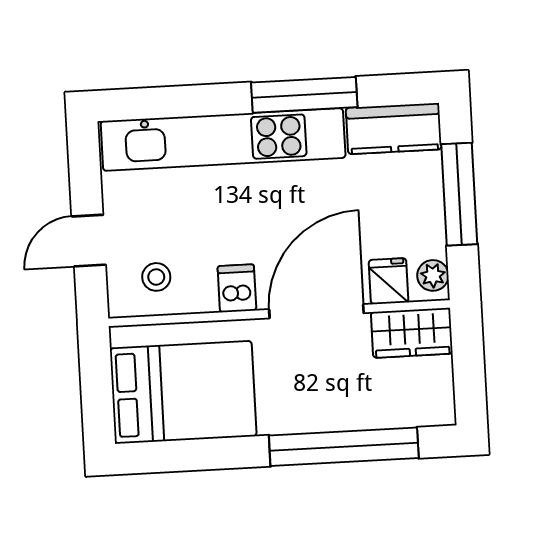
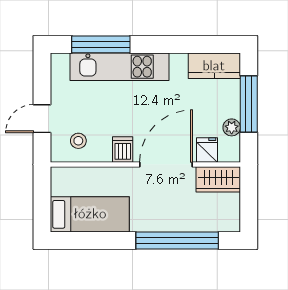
window: (304, 95) -> (101, 44), moved
kitchen unit: (223, 140) -> (119, 67), width x0.73
plant: (433, 275) -> (232, 127), moved
bed: (183, 392) -> (90, 214), width x0.67

